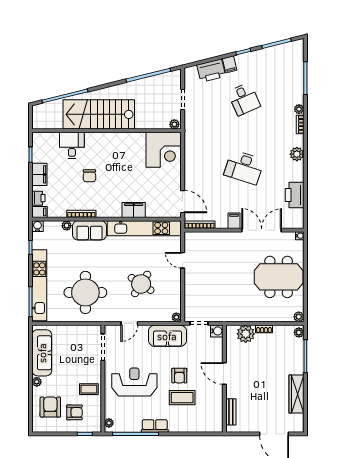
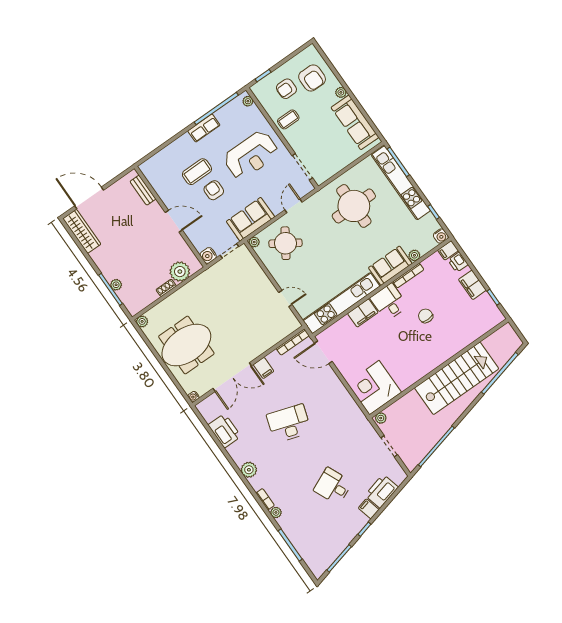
desk: (72, 145) -> (389, 302), moved, turned 180
round table: (141, 284) -> (285, 243), moved
plant: (299, 332) -> (116, 285), moved
wardrobe: (296, 394) -> (82, 231), moved

